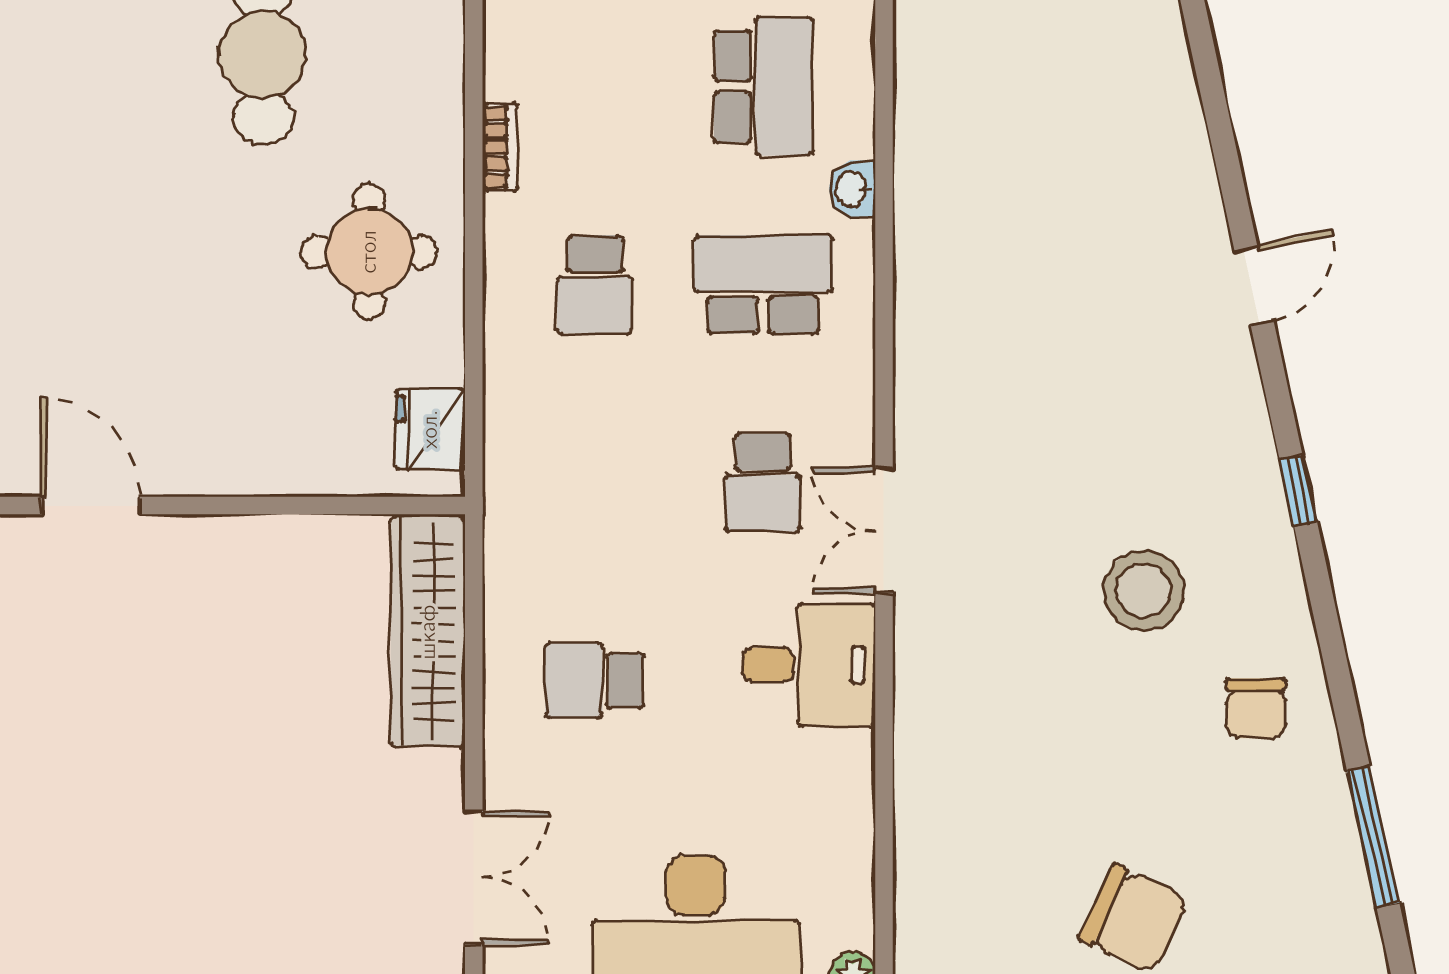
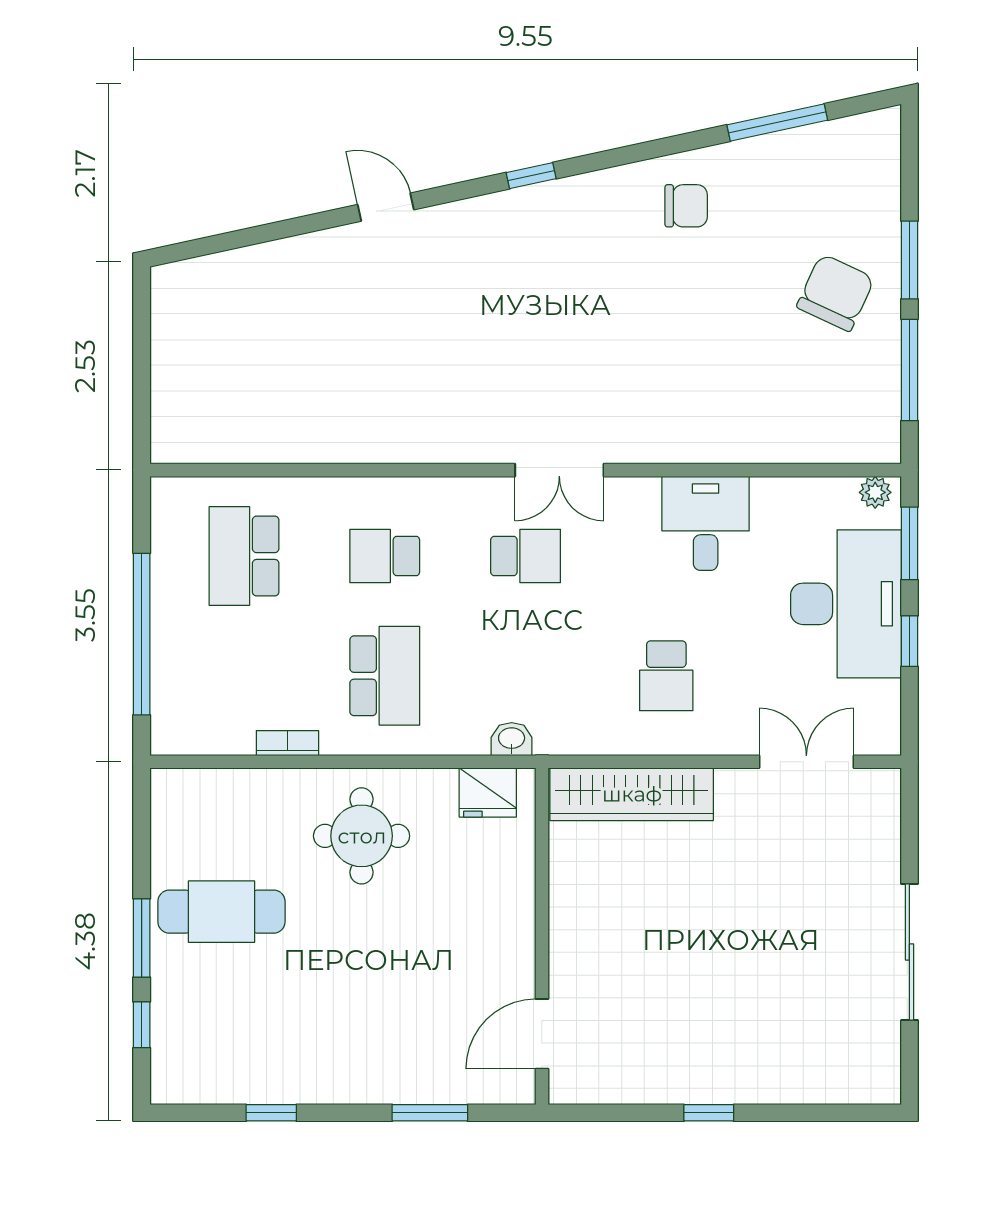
school desk: (763, 86) -> (244, 556), turned -90
washbasin: (852, 189) -> (512, 739), moved, turned 180
school desk: (595, 284) -> (385, 676), width x1.85
school desk: (763, 284) -> (385, 556), width x0.54
stool: (1144, 591) -> (602, 286), removed
desk: (809, 665) -> (706, 523), moved

